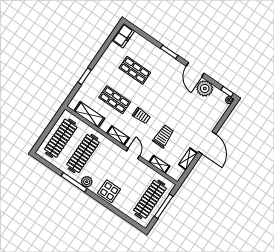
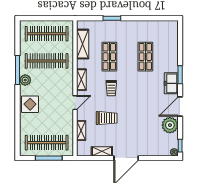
freezer: (123, 36) -> (171, 83), moved, turned 90

